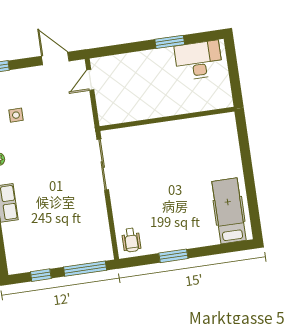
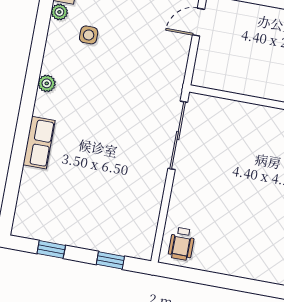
window: (173, 256) -> (228, 282), removed
window: (85, 269) -> (110, 260), width x0.46

